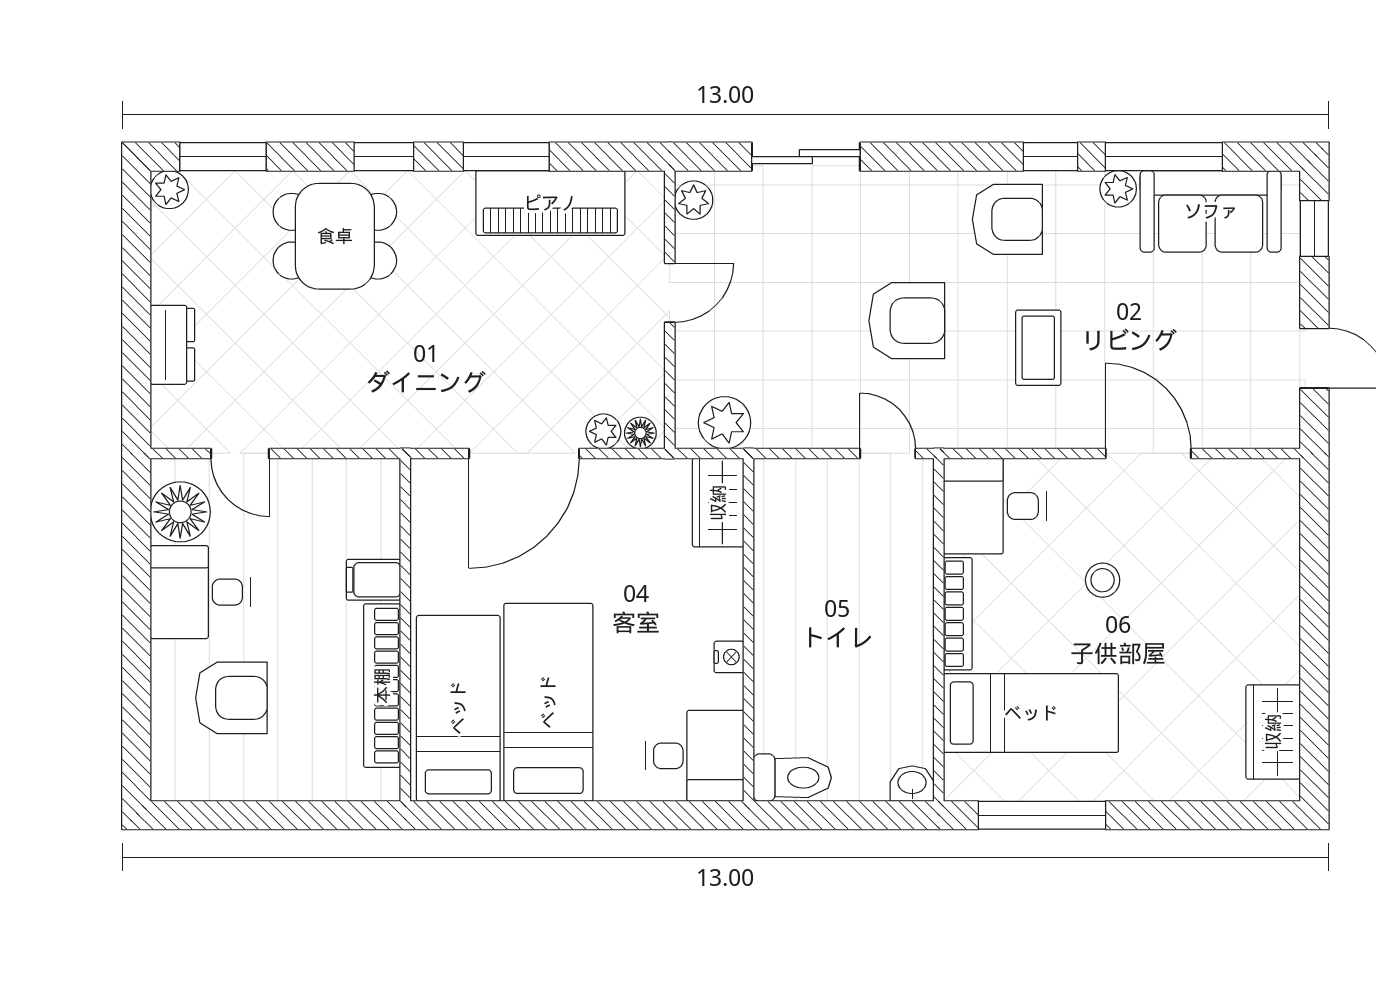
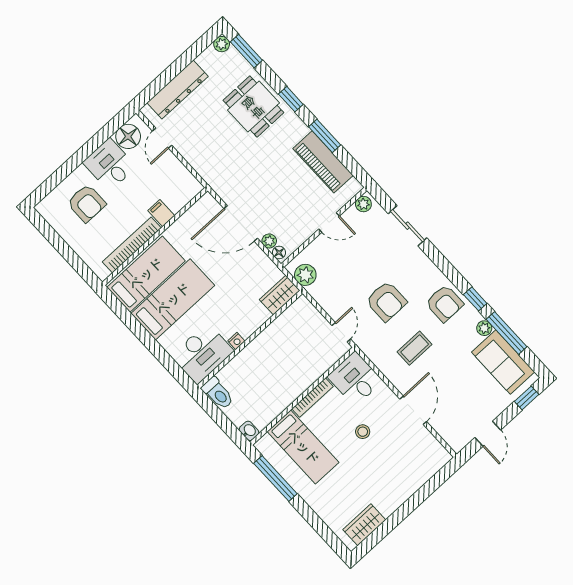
dresser: (172, 345) -> (177, 90), width x1.96, depth x1.24
desk: (695, 756) -> (202, 353), width x1.37

